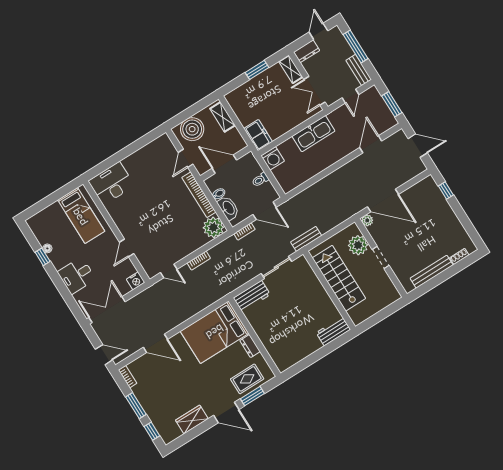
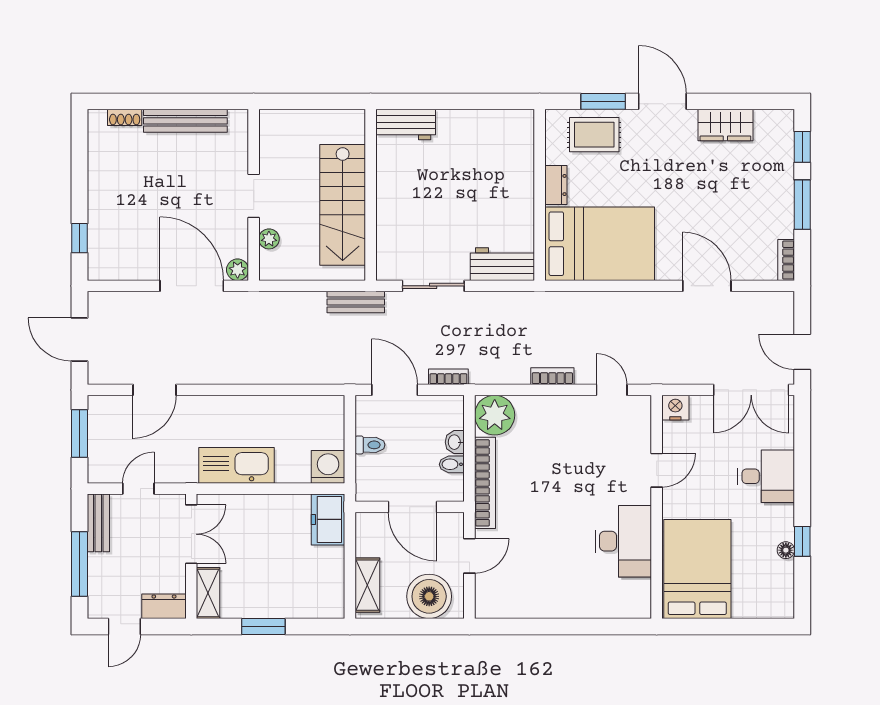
desk: (111, 183) -> (623, 541), moved, turned -90
washbasin: (228, 208) -> (455, 442), width x0.52, depth x0.69
bed: (81, 216) -> (697, 569), width x1.50
plant: (358, 245) -> (269, 239), width x0.53, depth x0.53
door: (104, 355) -> (802, 352), moved

